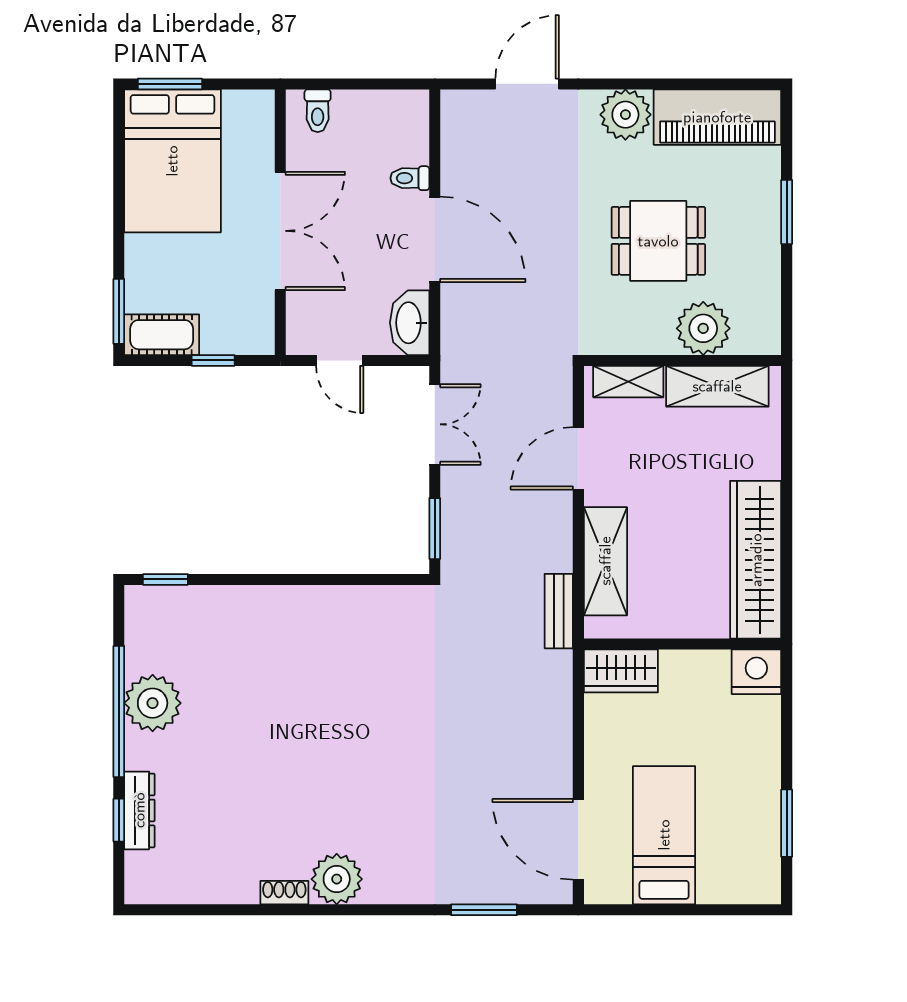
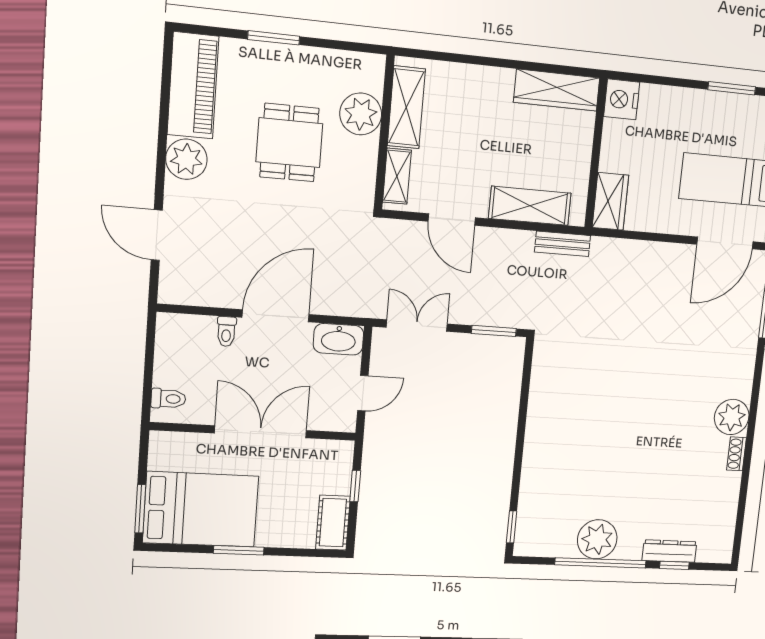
window: (119, 311) -> (239, 550), moved
wardrobe: (756, 560) -> (557, 90), width x0.71, depth x0.85

